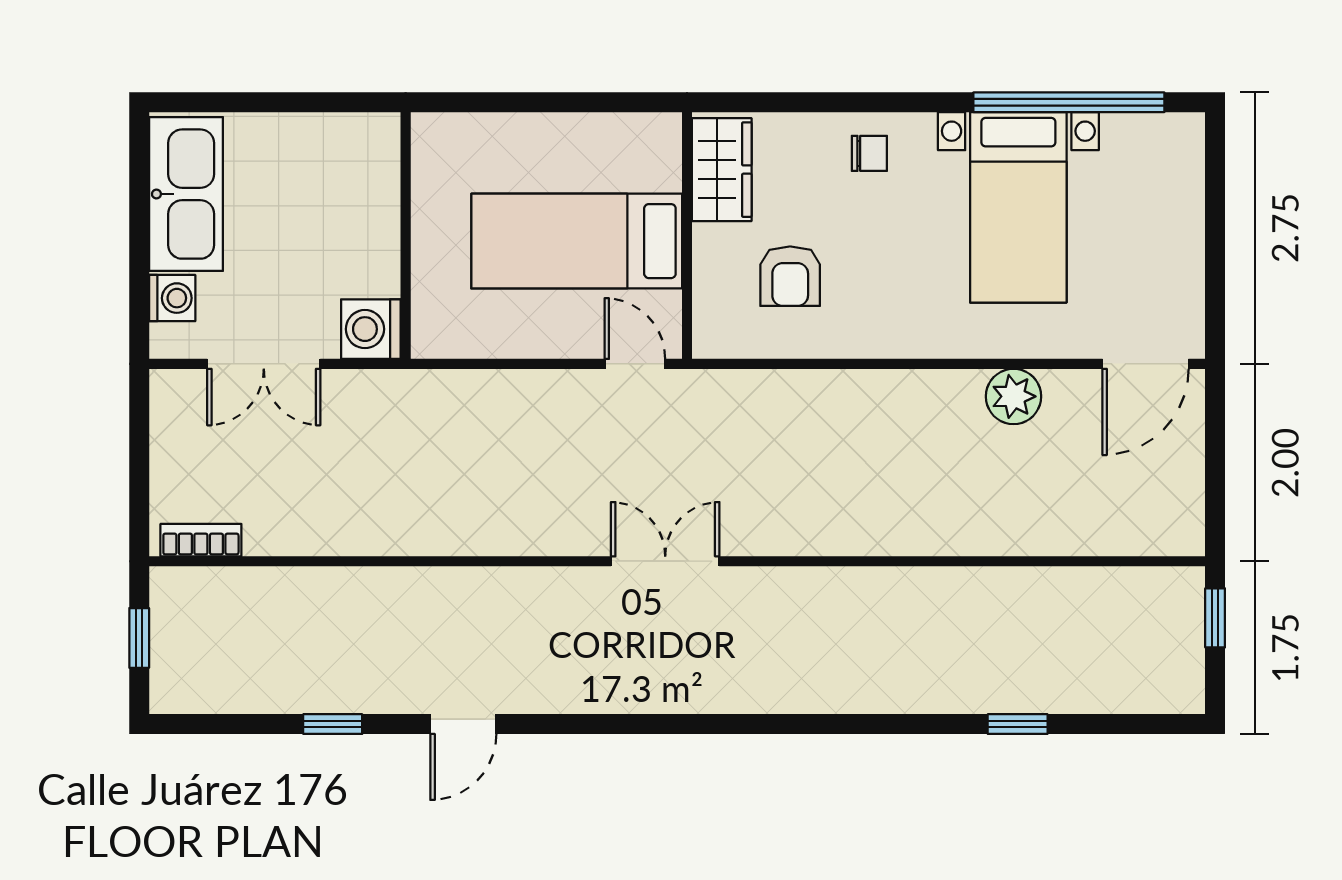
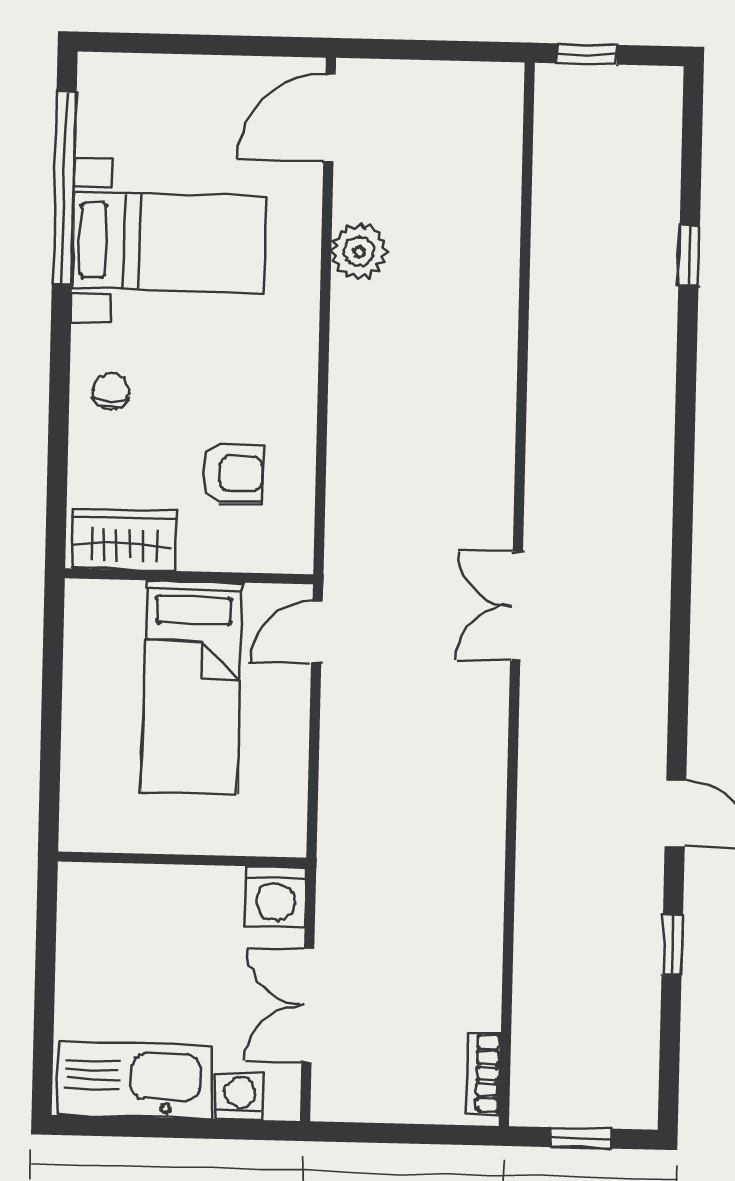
double door: (264, 364) -> (308, 1006), swing flipped
door: (1146, 364) -> (330, 118), swing flipped

